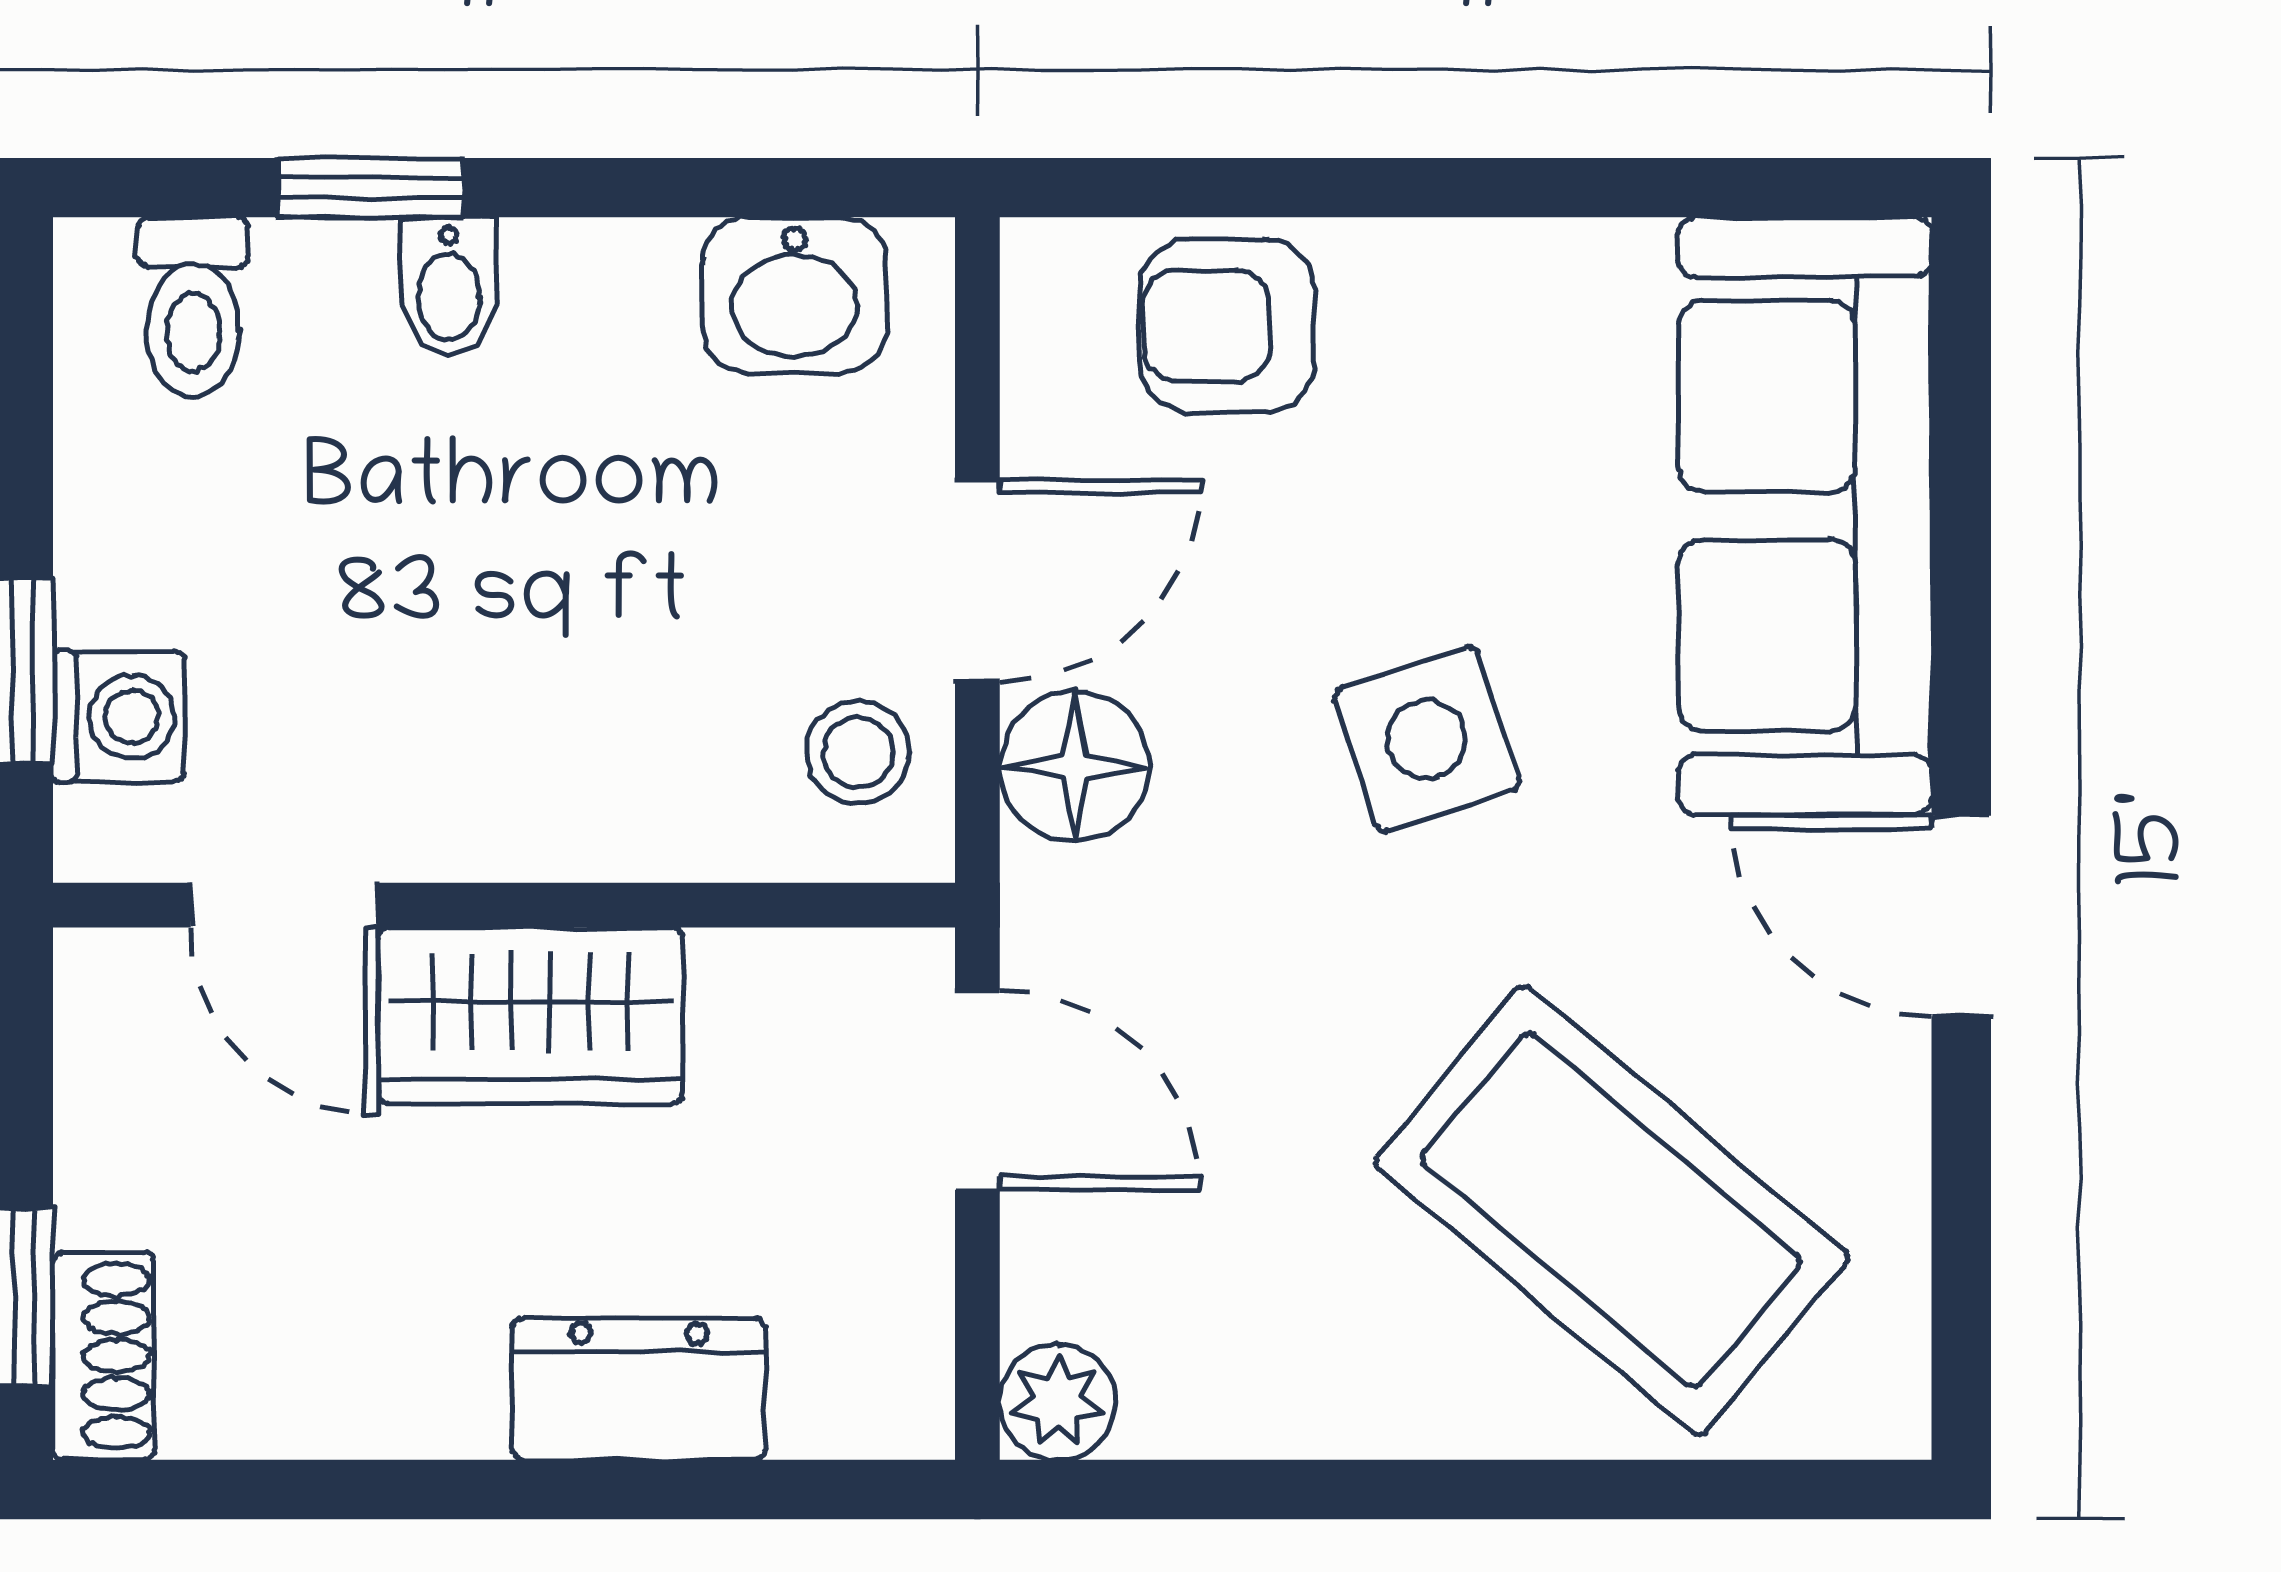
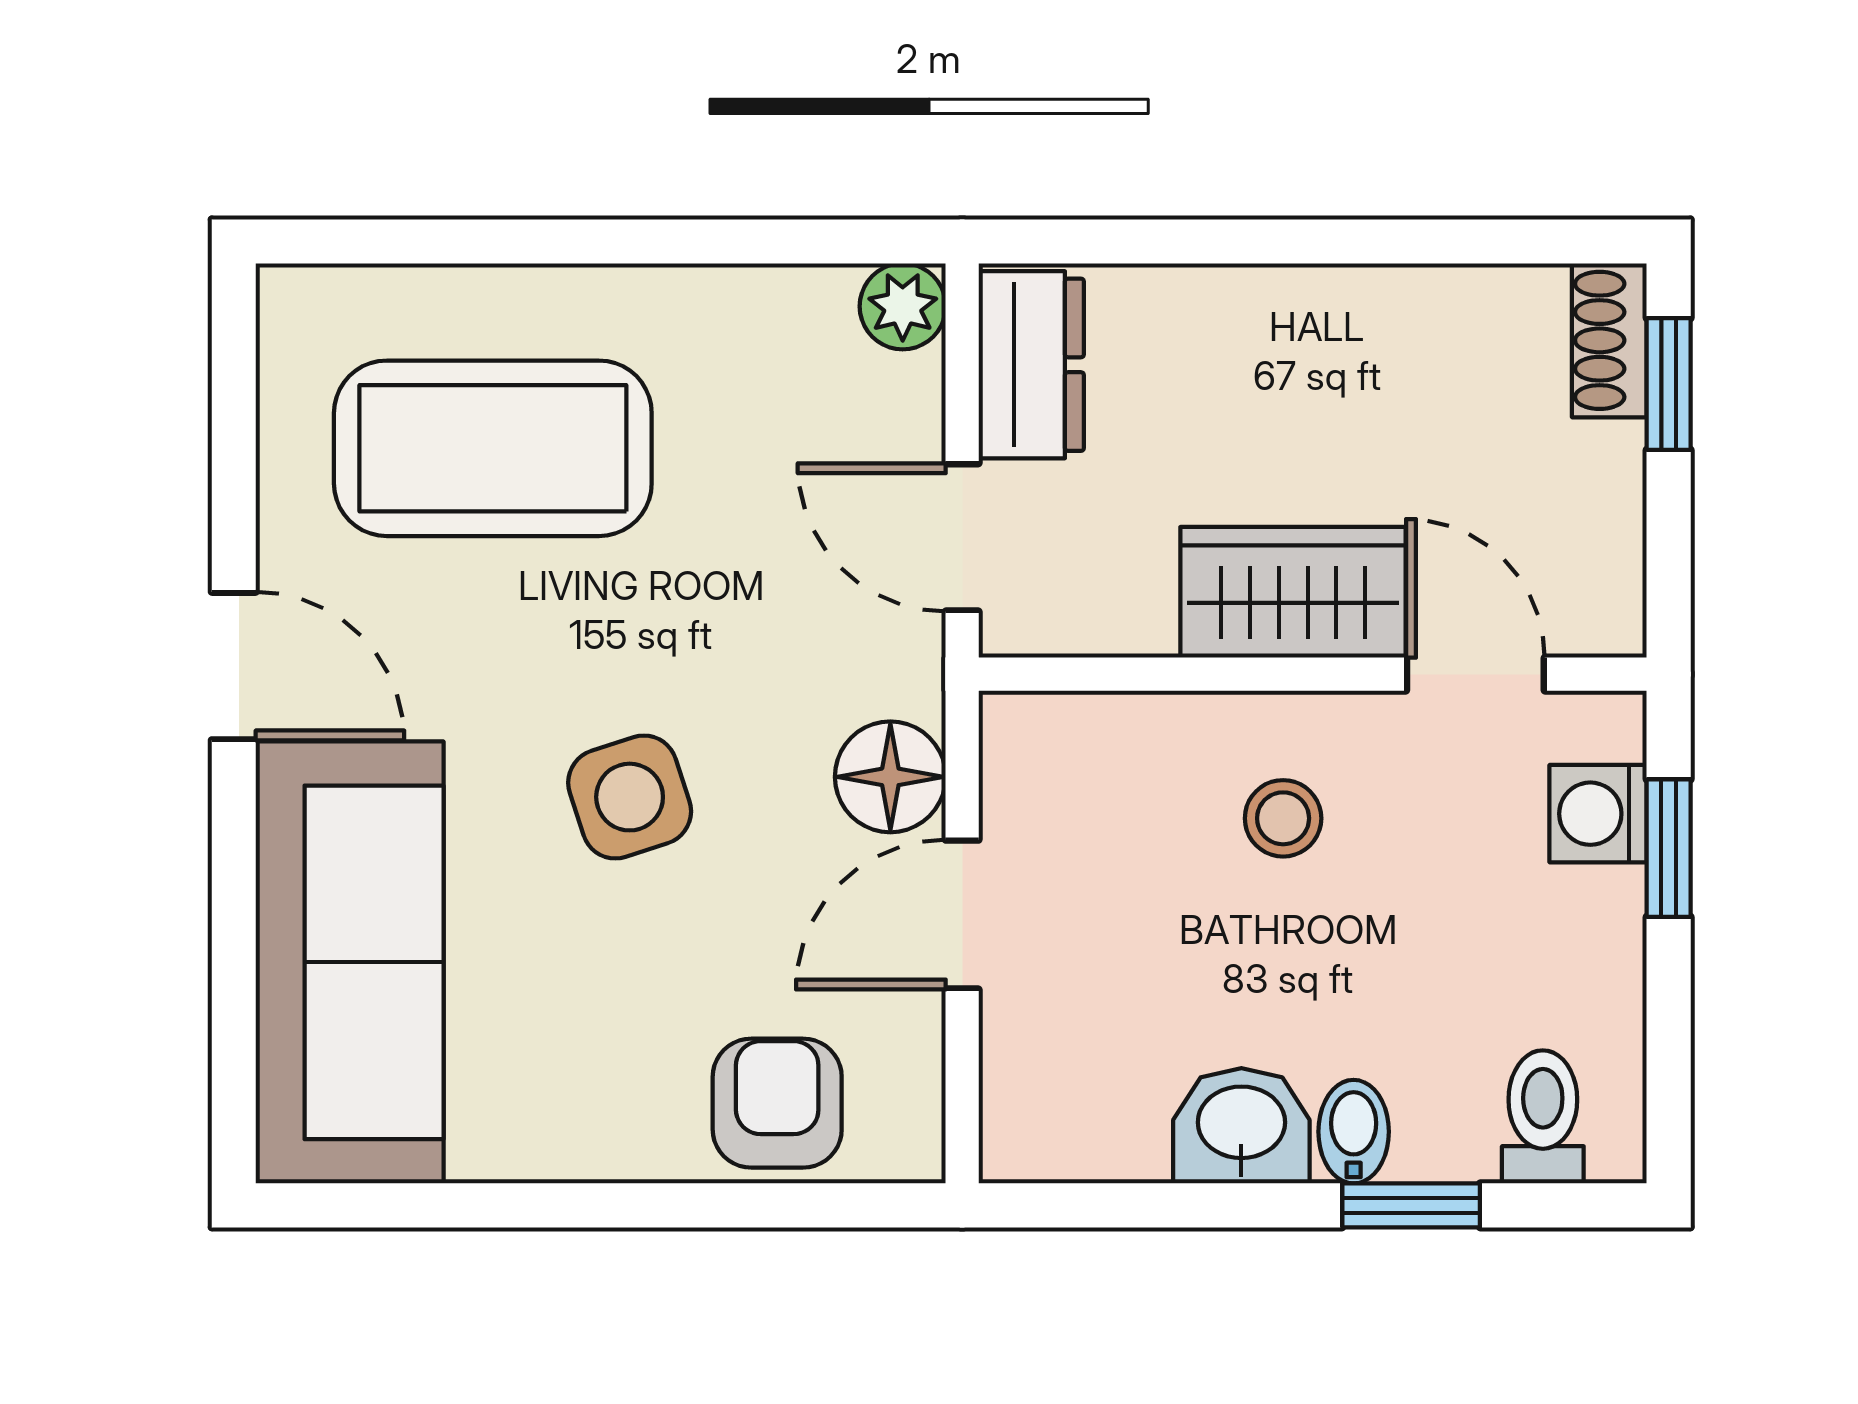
washbasin: (794, 295) -> (1241, 1126), moved
armchair: (1227, 326) -> (777, 1103), turned -90
stool: (858, 752) -> (1283, 818), moved
coffee table: (1611, 1210) -> (493, 448), turned -40
dresser: (639, 1389) -> (1031, 365), moved, turned -90

